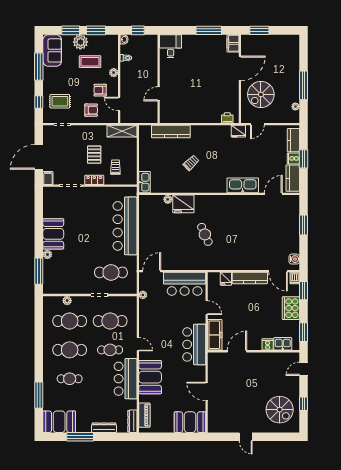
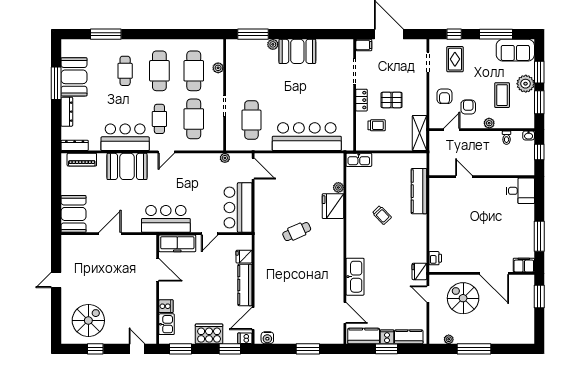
spiral stairs: (280, 410) -> (88, 320), turned 180
booth: (59, 422) -> (74, 77), moved

